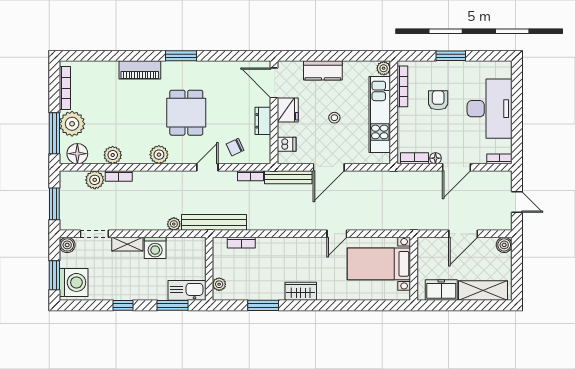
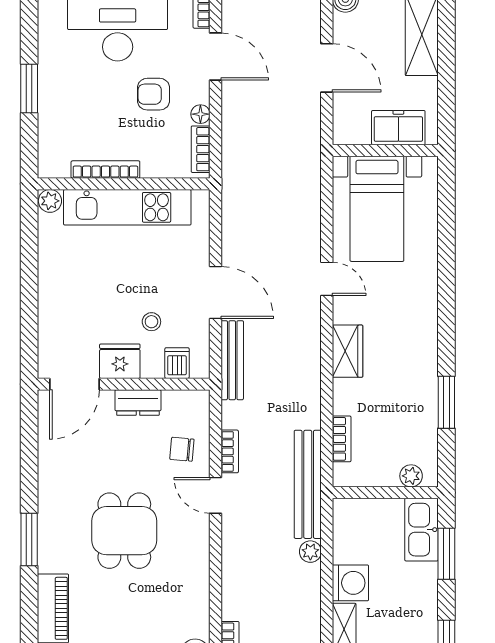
kitchen counter: (323, 70) -> (54, 302), removed
bookcase: (402, 86) -> (105, 169), moved
armchair: (438, 100) -> (153, 94), moved
dining table: (186, 113) -> (124, 531), turned 90
stool: (334, 118) -> (151, 322), moved
chair: (235, 147) -> (182, 449), turned 120
plant: (159, 155) -> (194, 576), removed
door: (457, 167) -> (216, 57), moved
bookcase: (250, 176) -> (230, 451), moved
freezer: (441, 290) -> (398, 128), moved, turned 90
wardrobe: (301, 291) -> (348, 351), moved, turned 180

